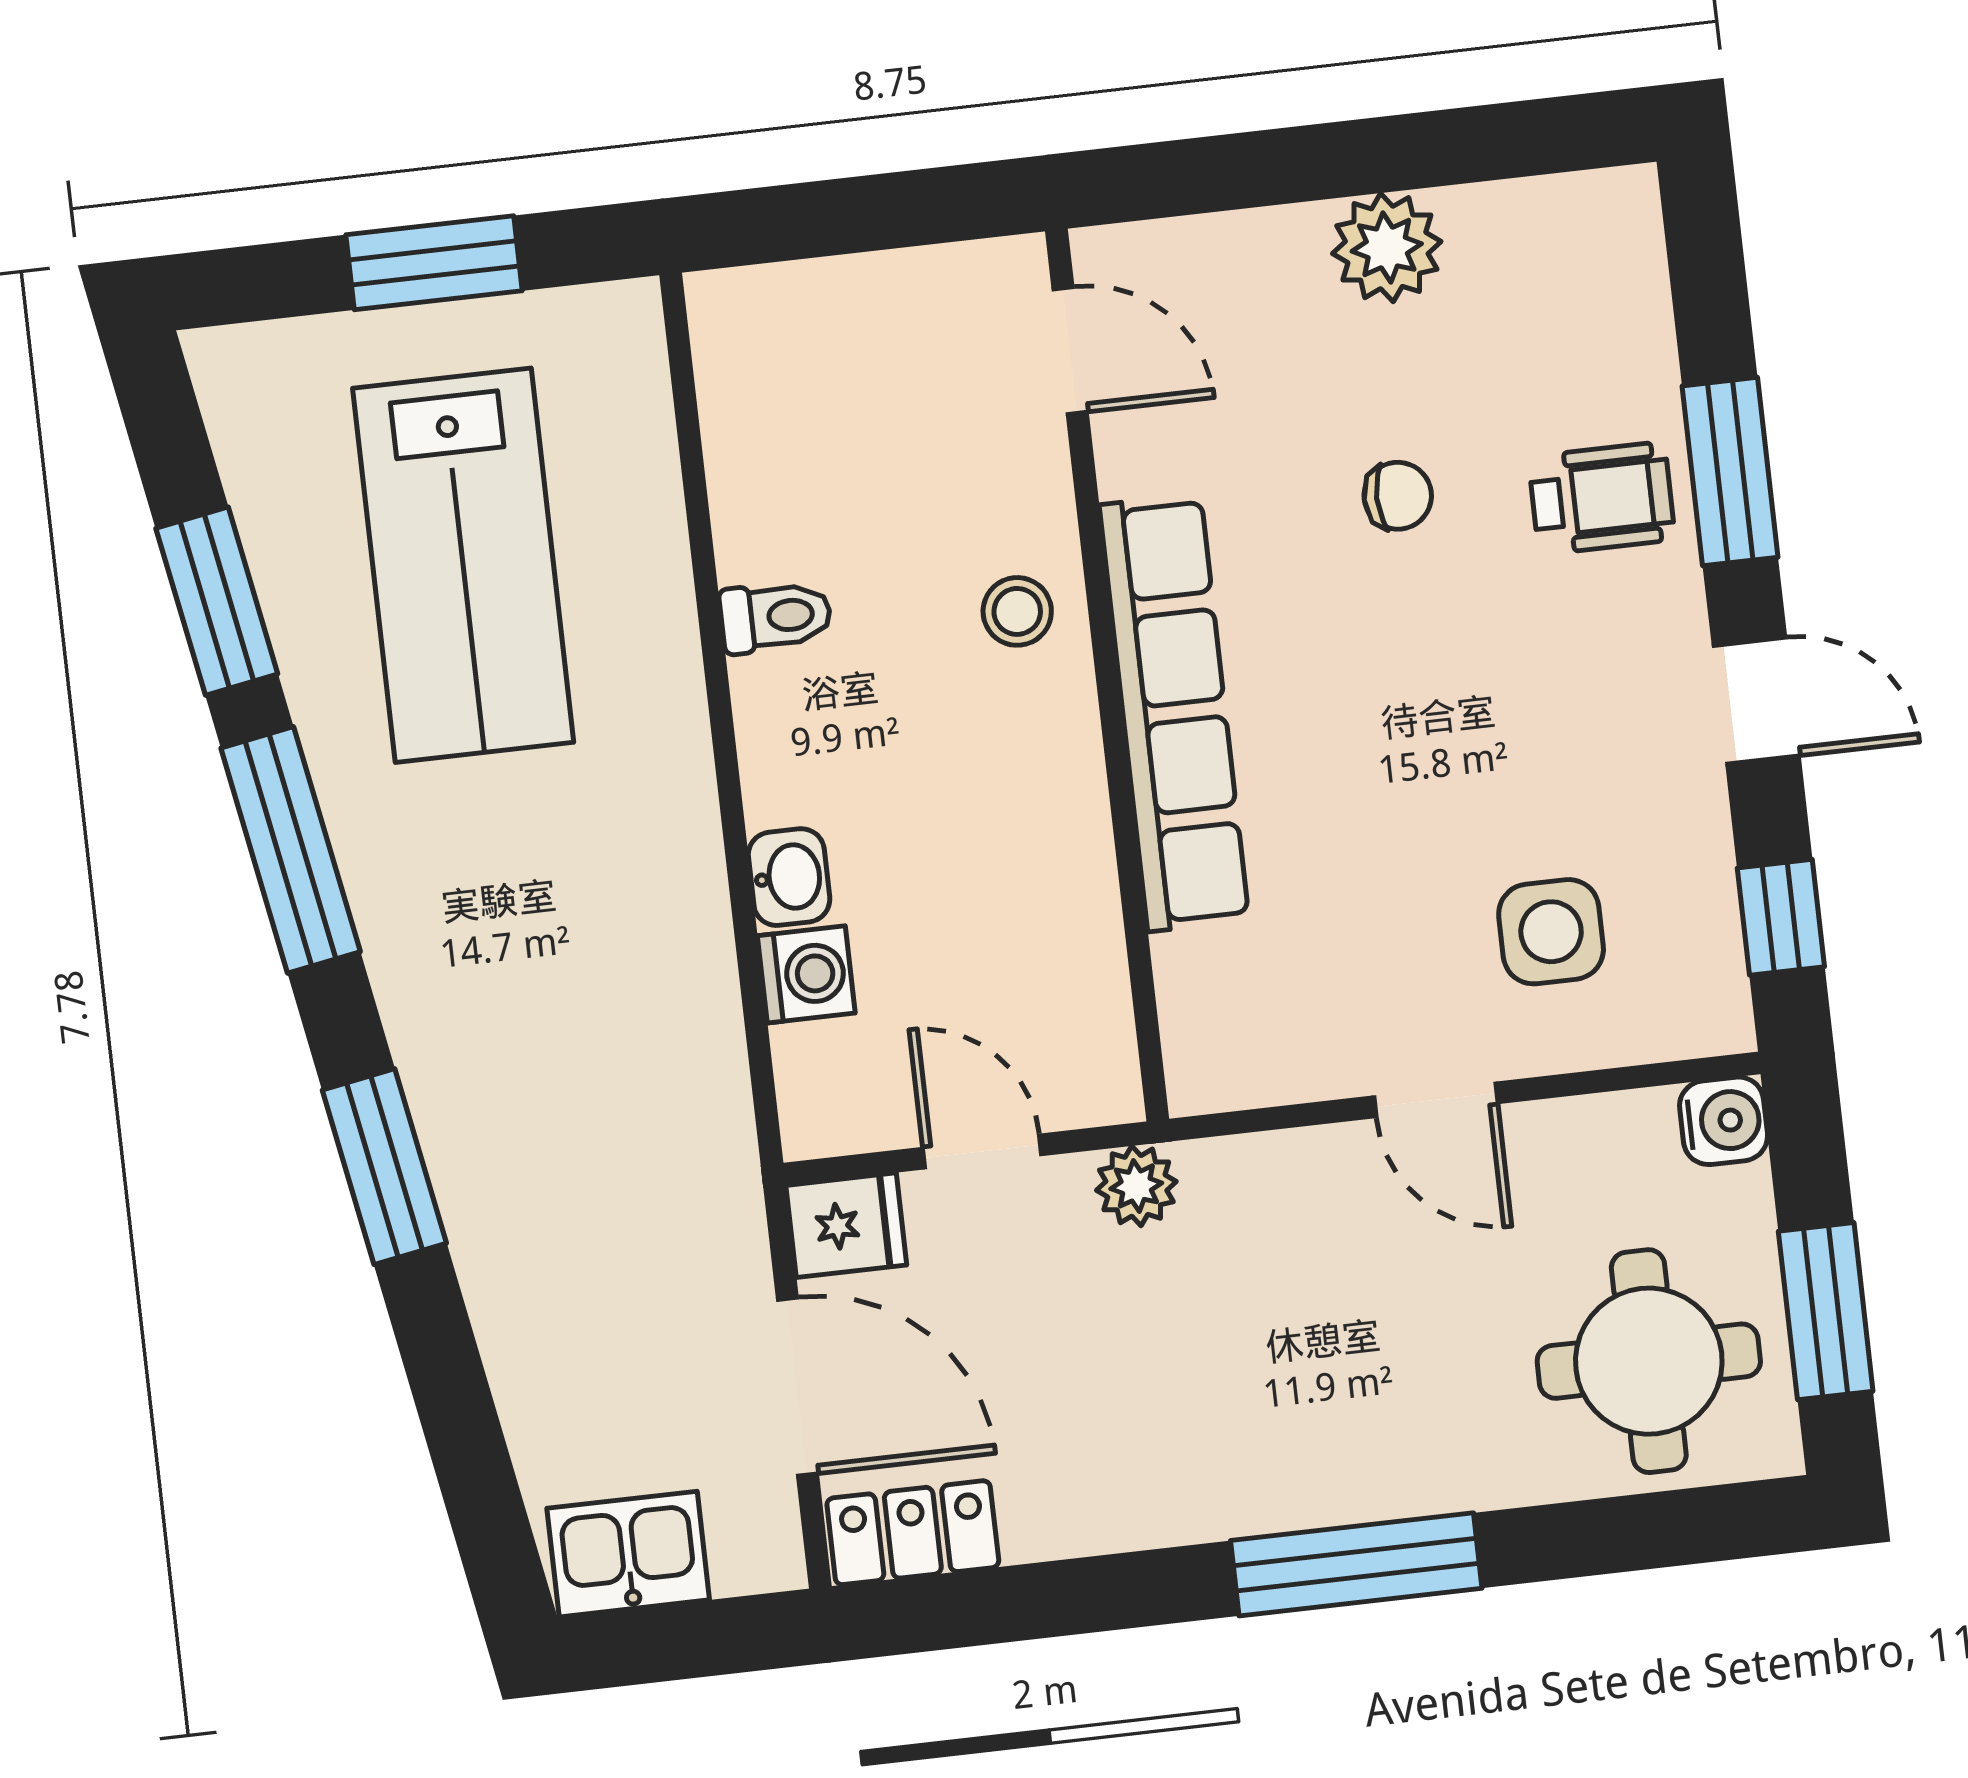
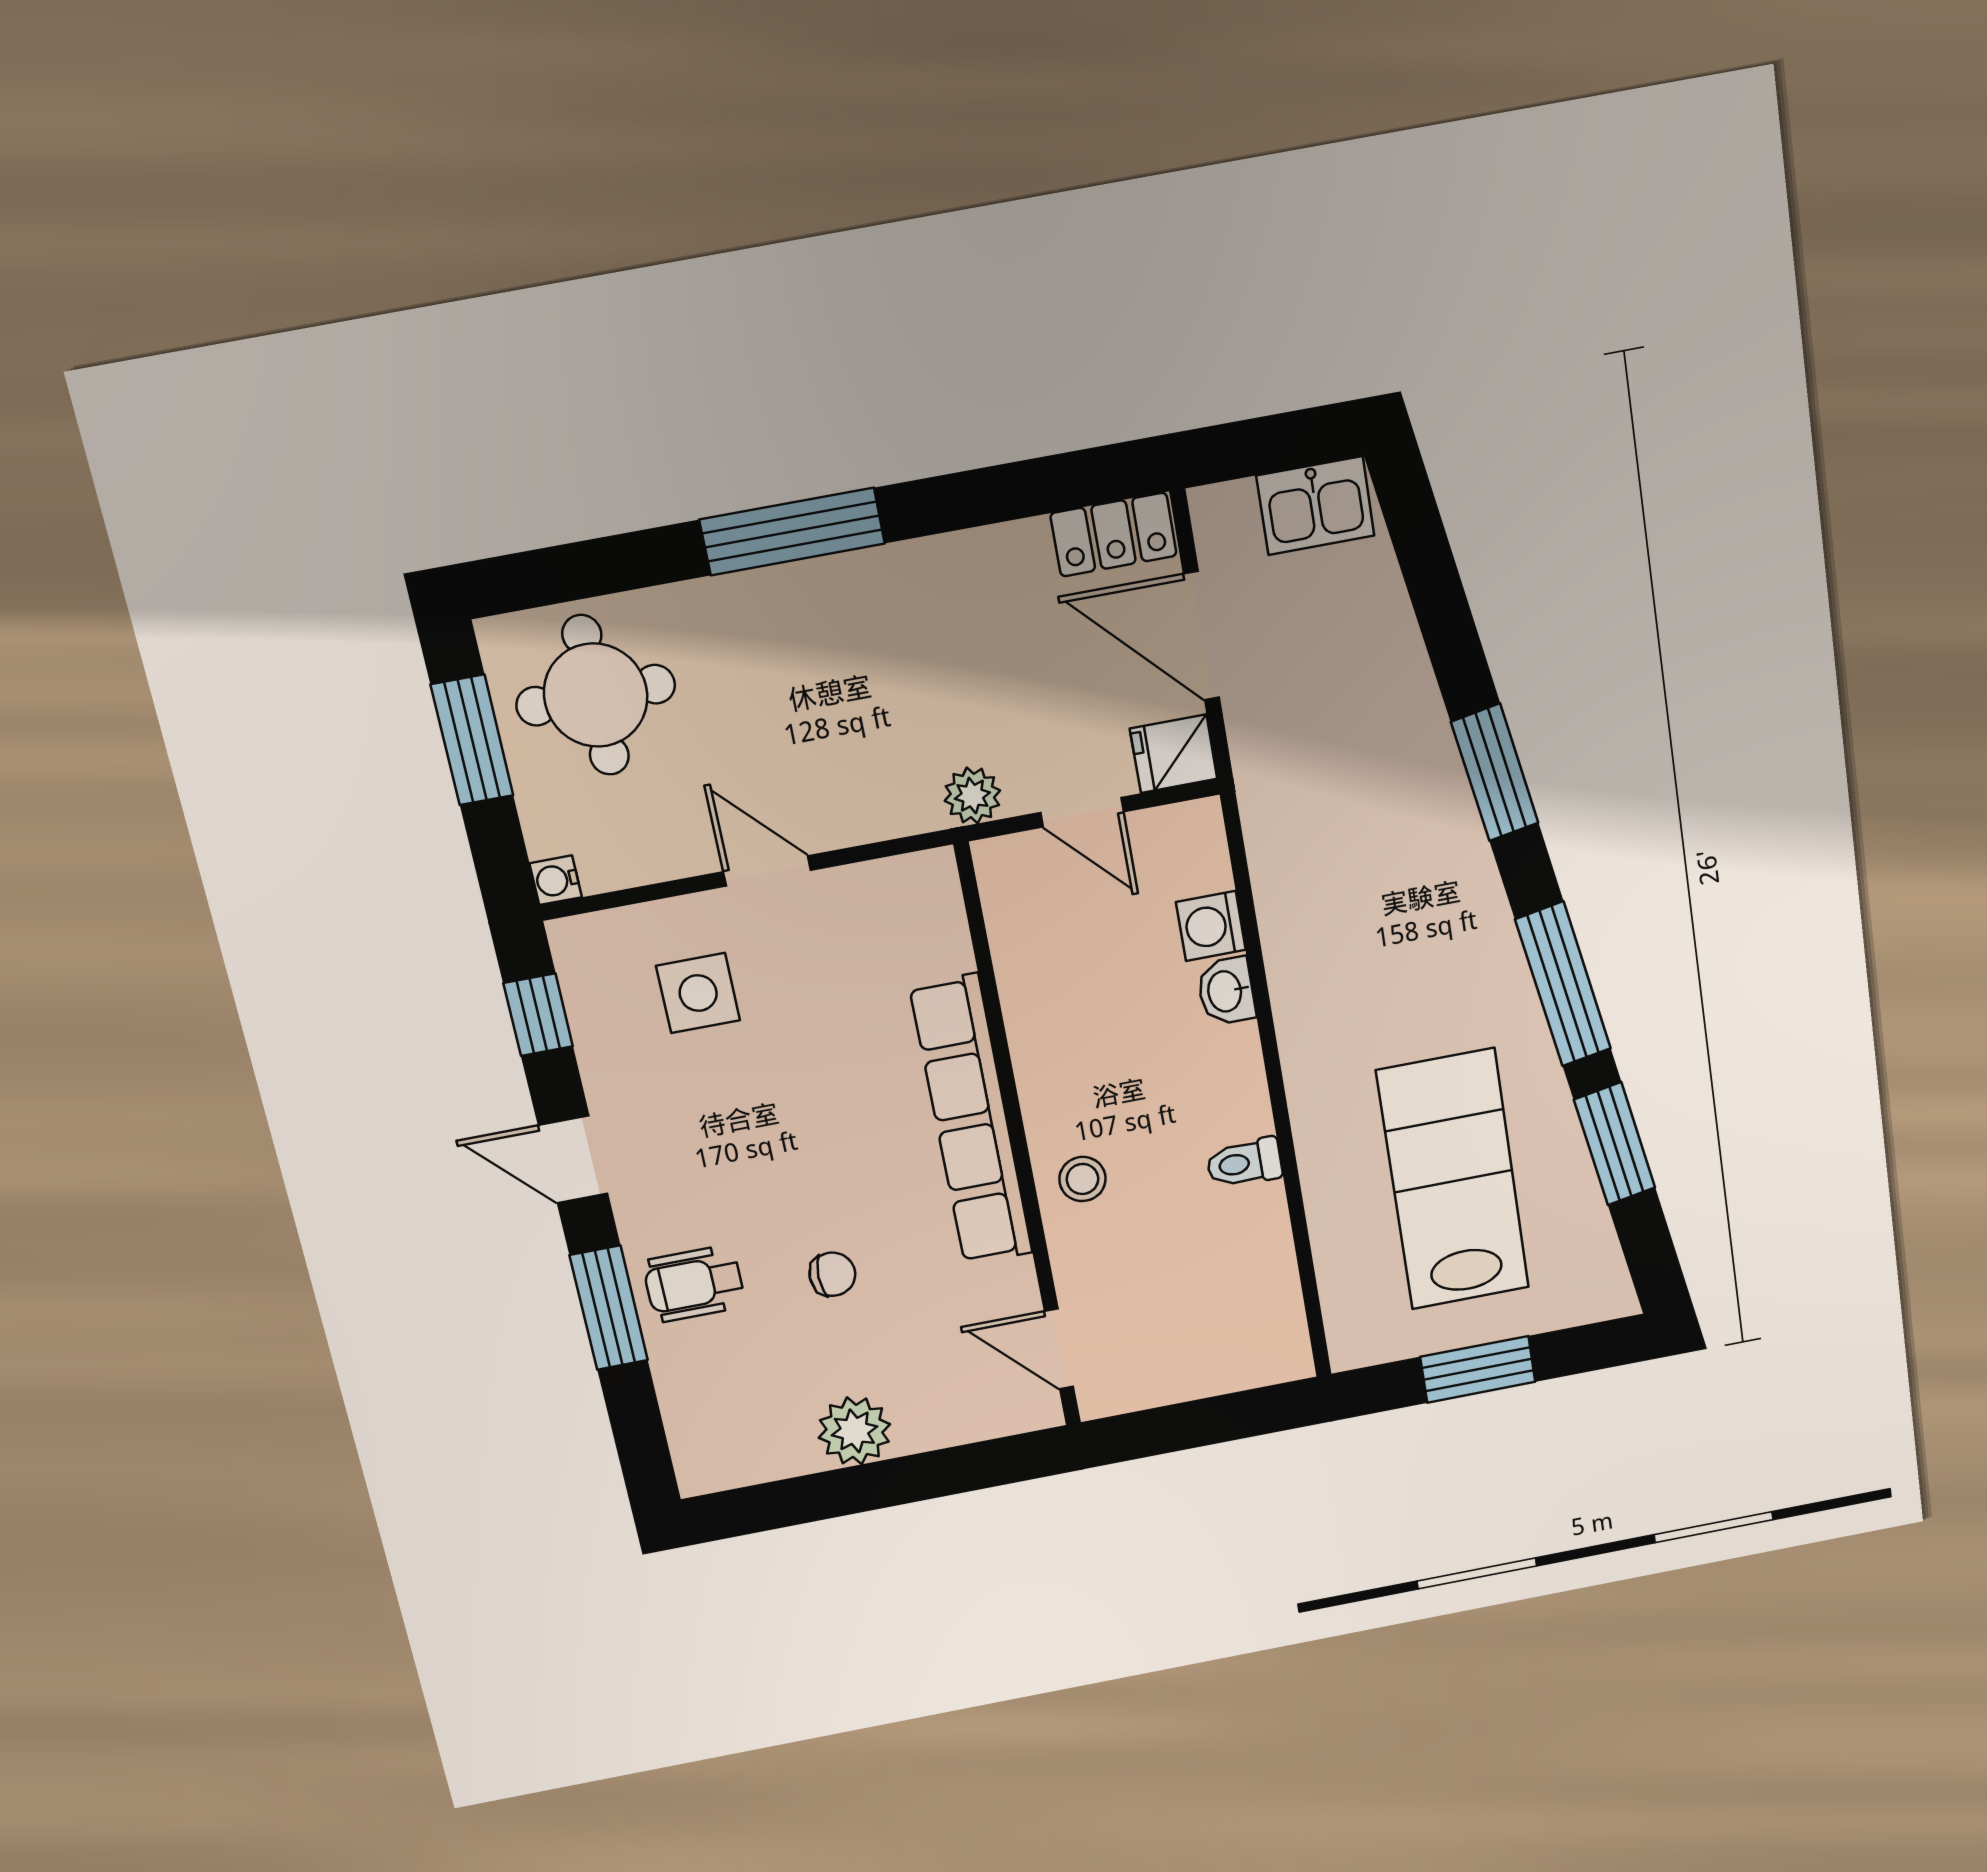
chair: (1398, 496) -> (832, 1274), turned 180
water cooler: (1724, 1121) -> (556, 880), width x0.72, depth x0.72

